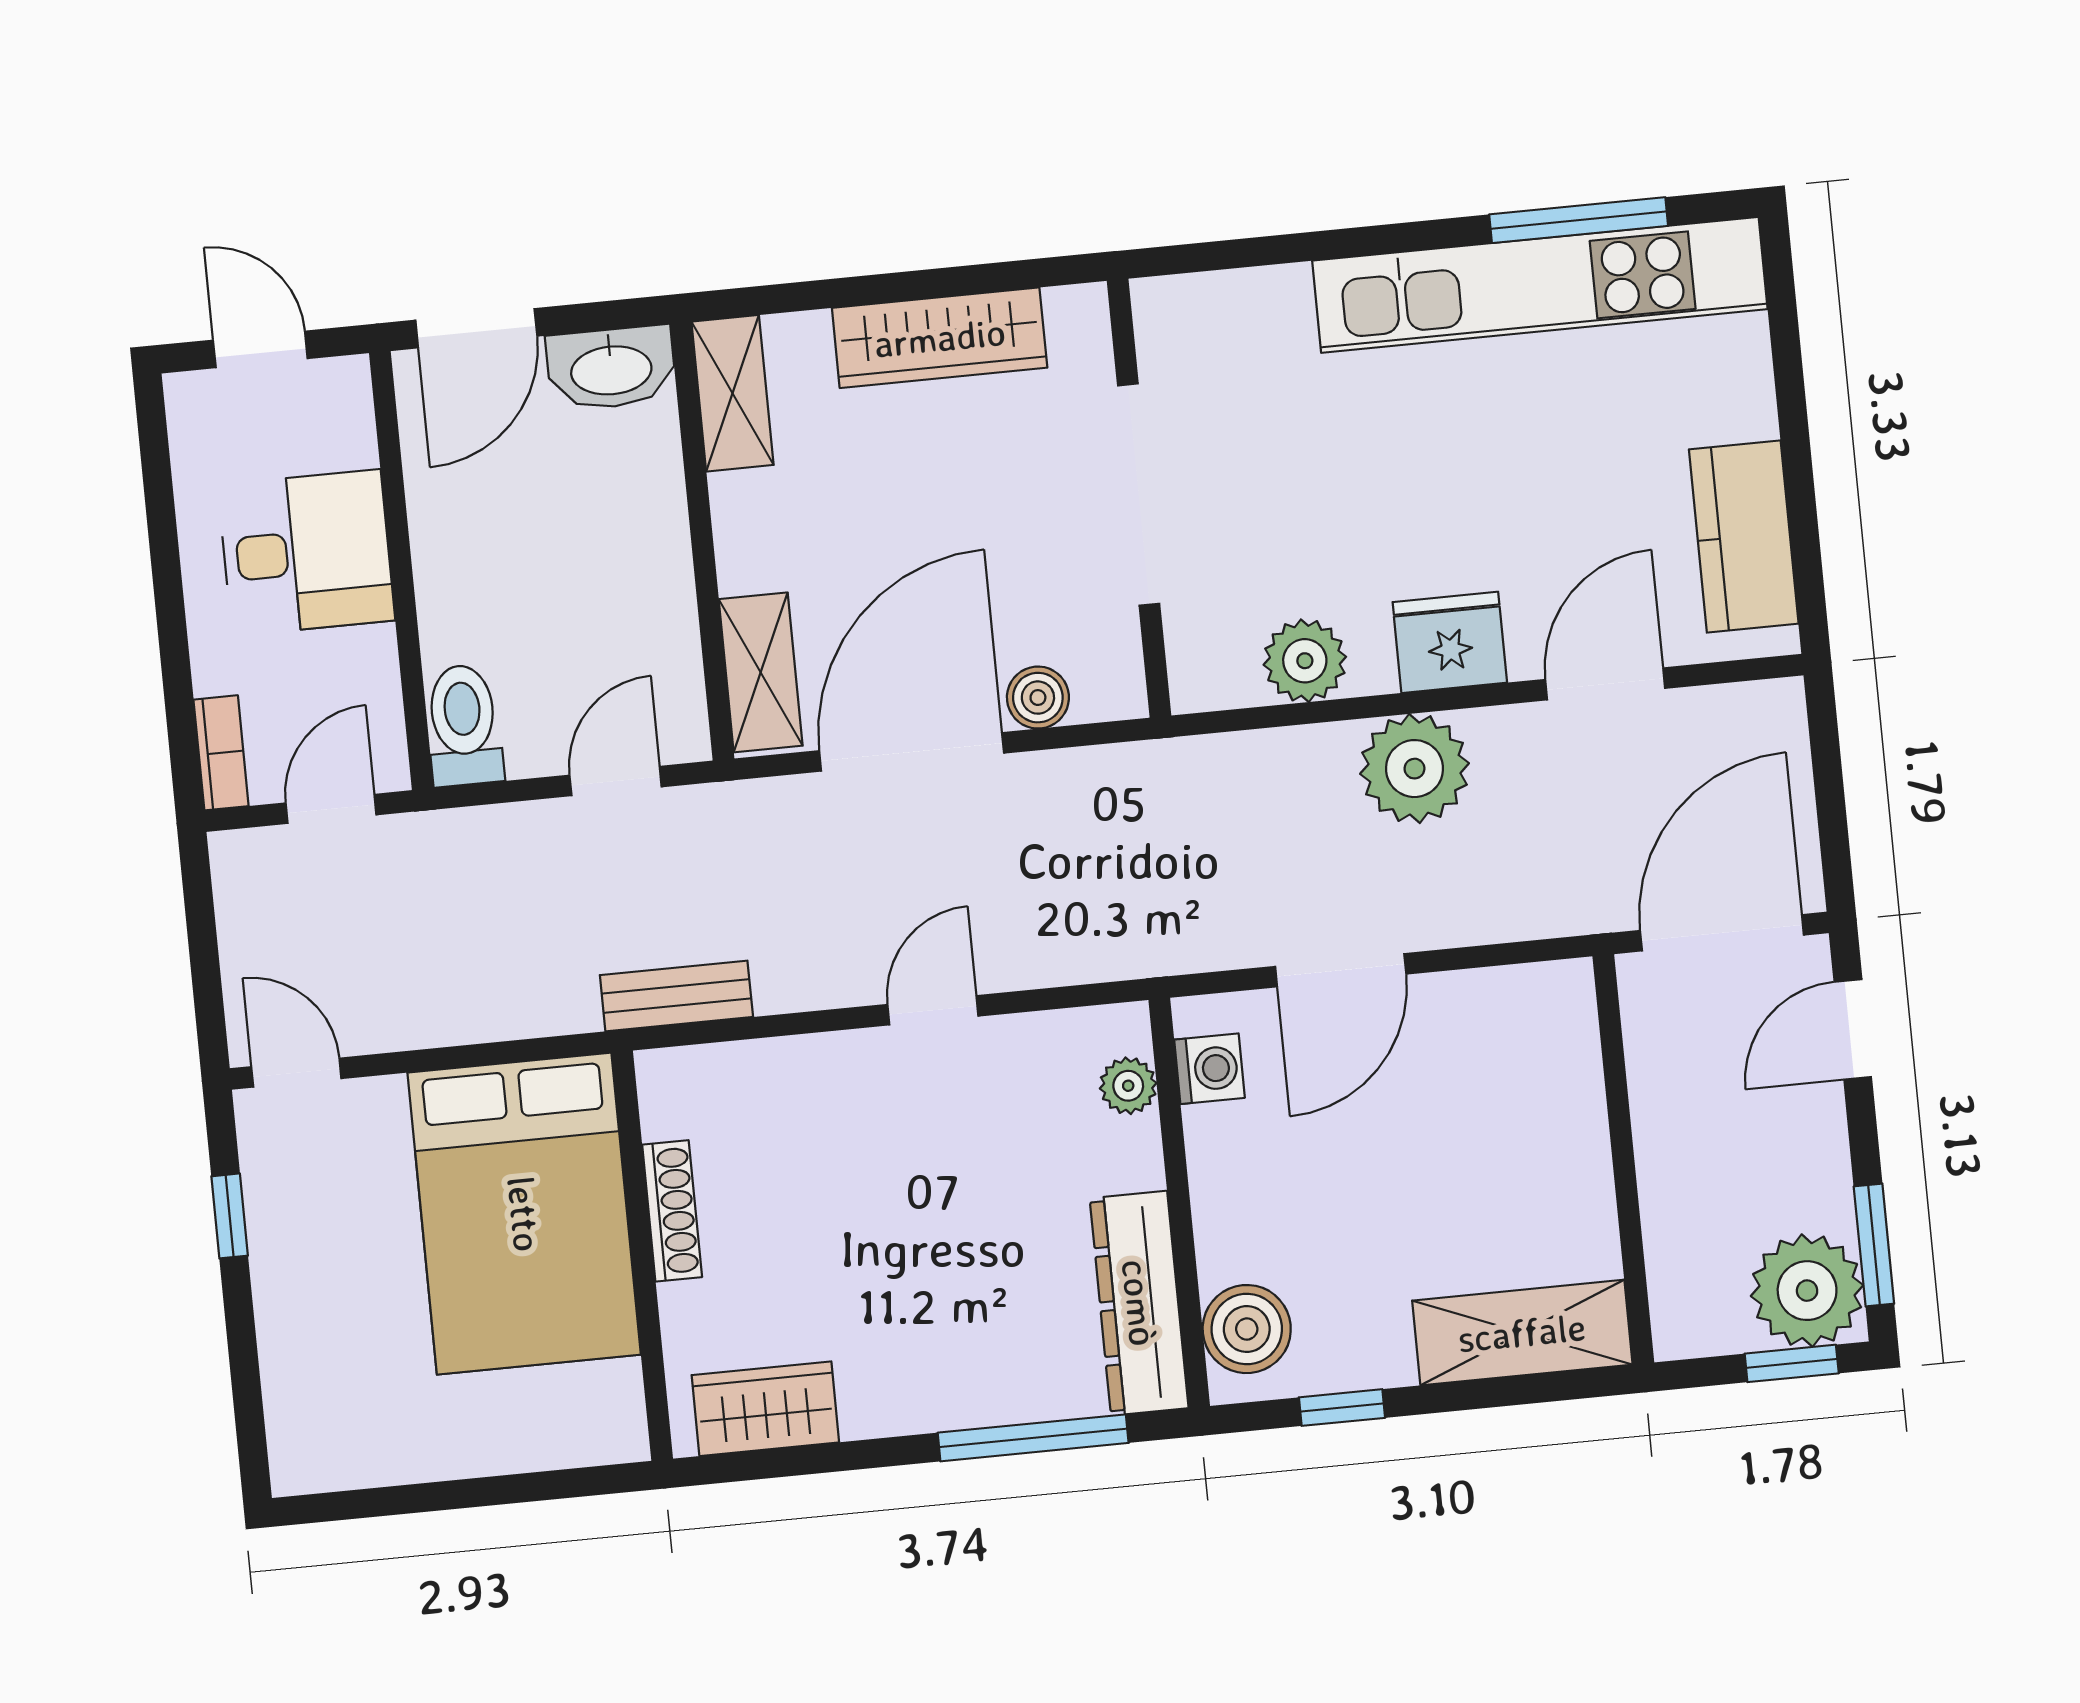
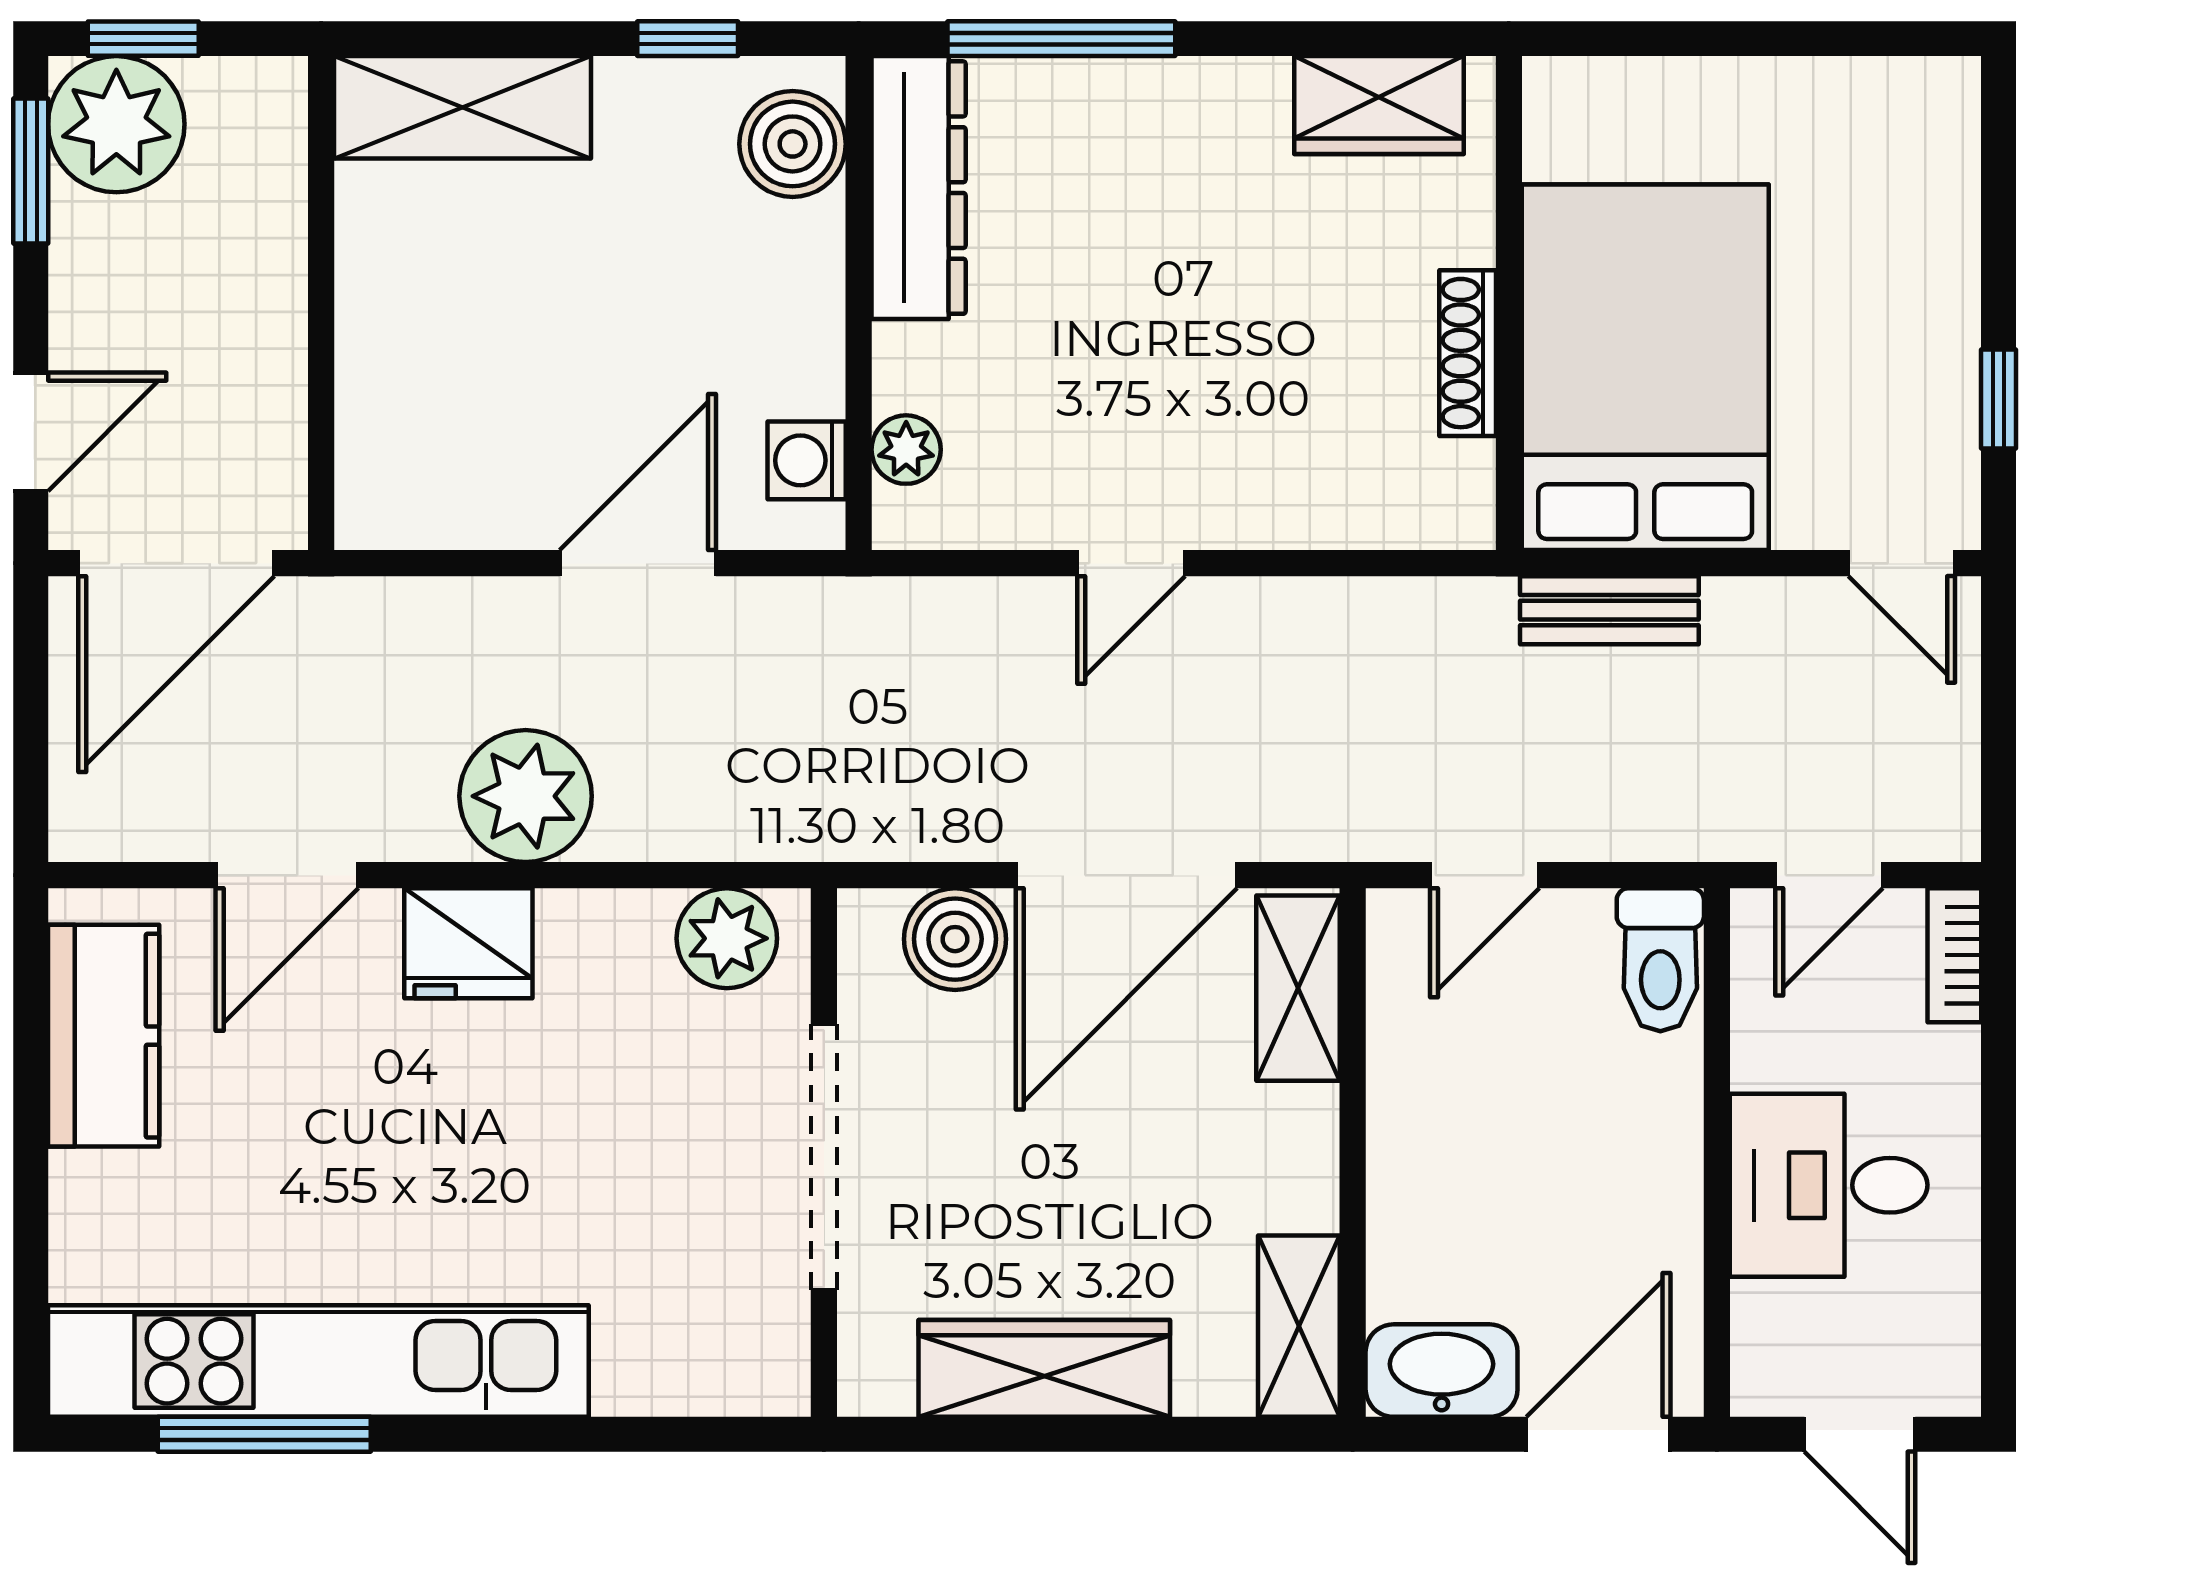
plant: (1305, 661) -> (727, 938), moved
boiler: (1038, 698) -> (955, 939), width x1.36, depth x1.36
bench: (676, 996) -> (1609, 610), moved

